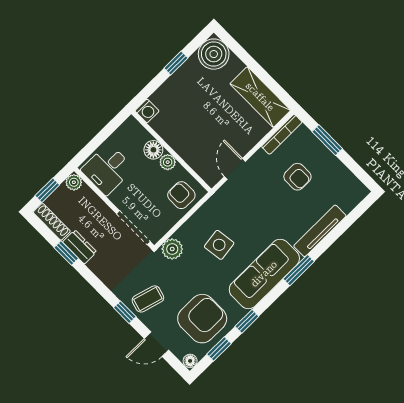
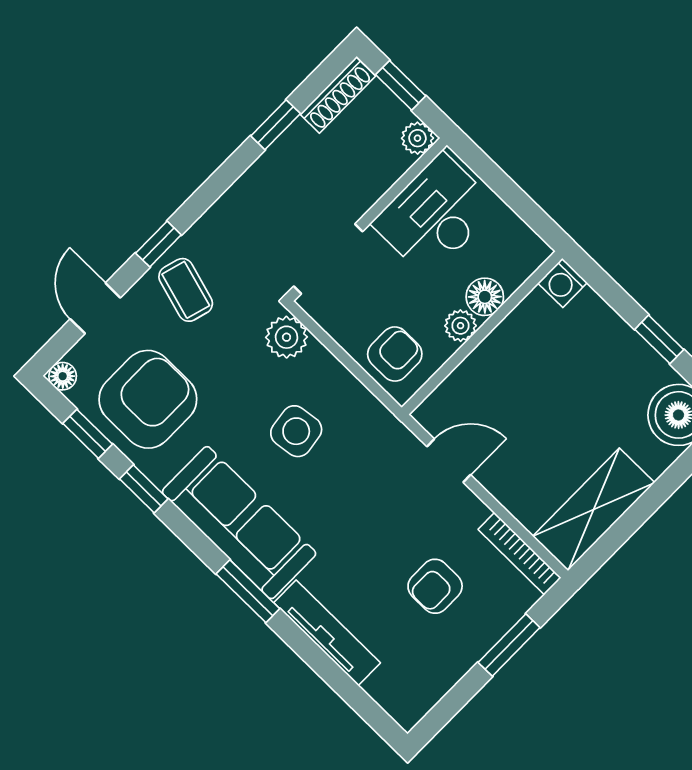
desk: (107, 169) -> (435, 215), width x1.37
dresser: (80, 247) -> (288, 152), removed
armchair: (202, 319) -> (148, 399), turned -90

